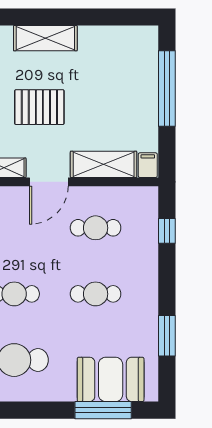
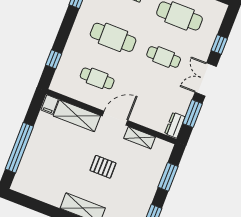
pallet: (39, 107) -> (103, 167), width x0.67, depth x0.71
cafe table: (96, 294) -> (113, 37), width x1.37, depth x1.35

